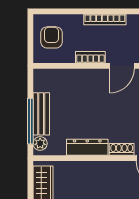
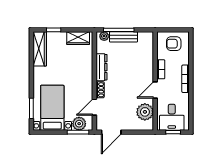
armchair: (52, 37) -> (174, 44), turned 180
door: (122, 66) -> (155, 90), hinge flipped

